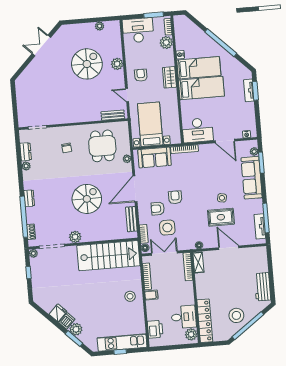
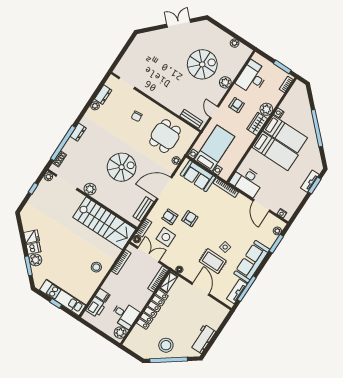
desk: (138, 30) -> (252, 77), moved, turned -90
plant: (166, 43) -> (266, 109), moved
sofa: (252, 178) -> (252, 262), moved
filing cabinet: (151, 295) -> (103, 295), moved
locker: (205, 321) -> (152, 309), moved

